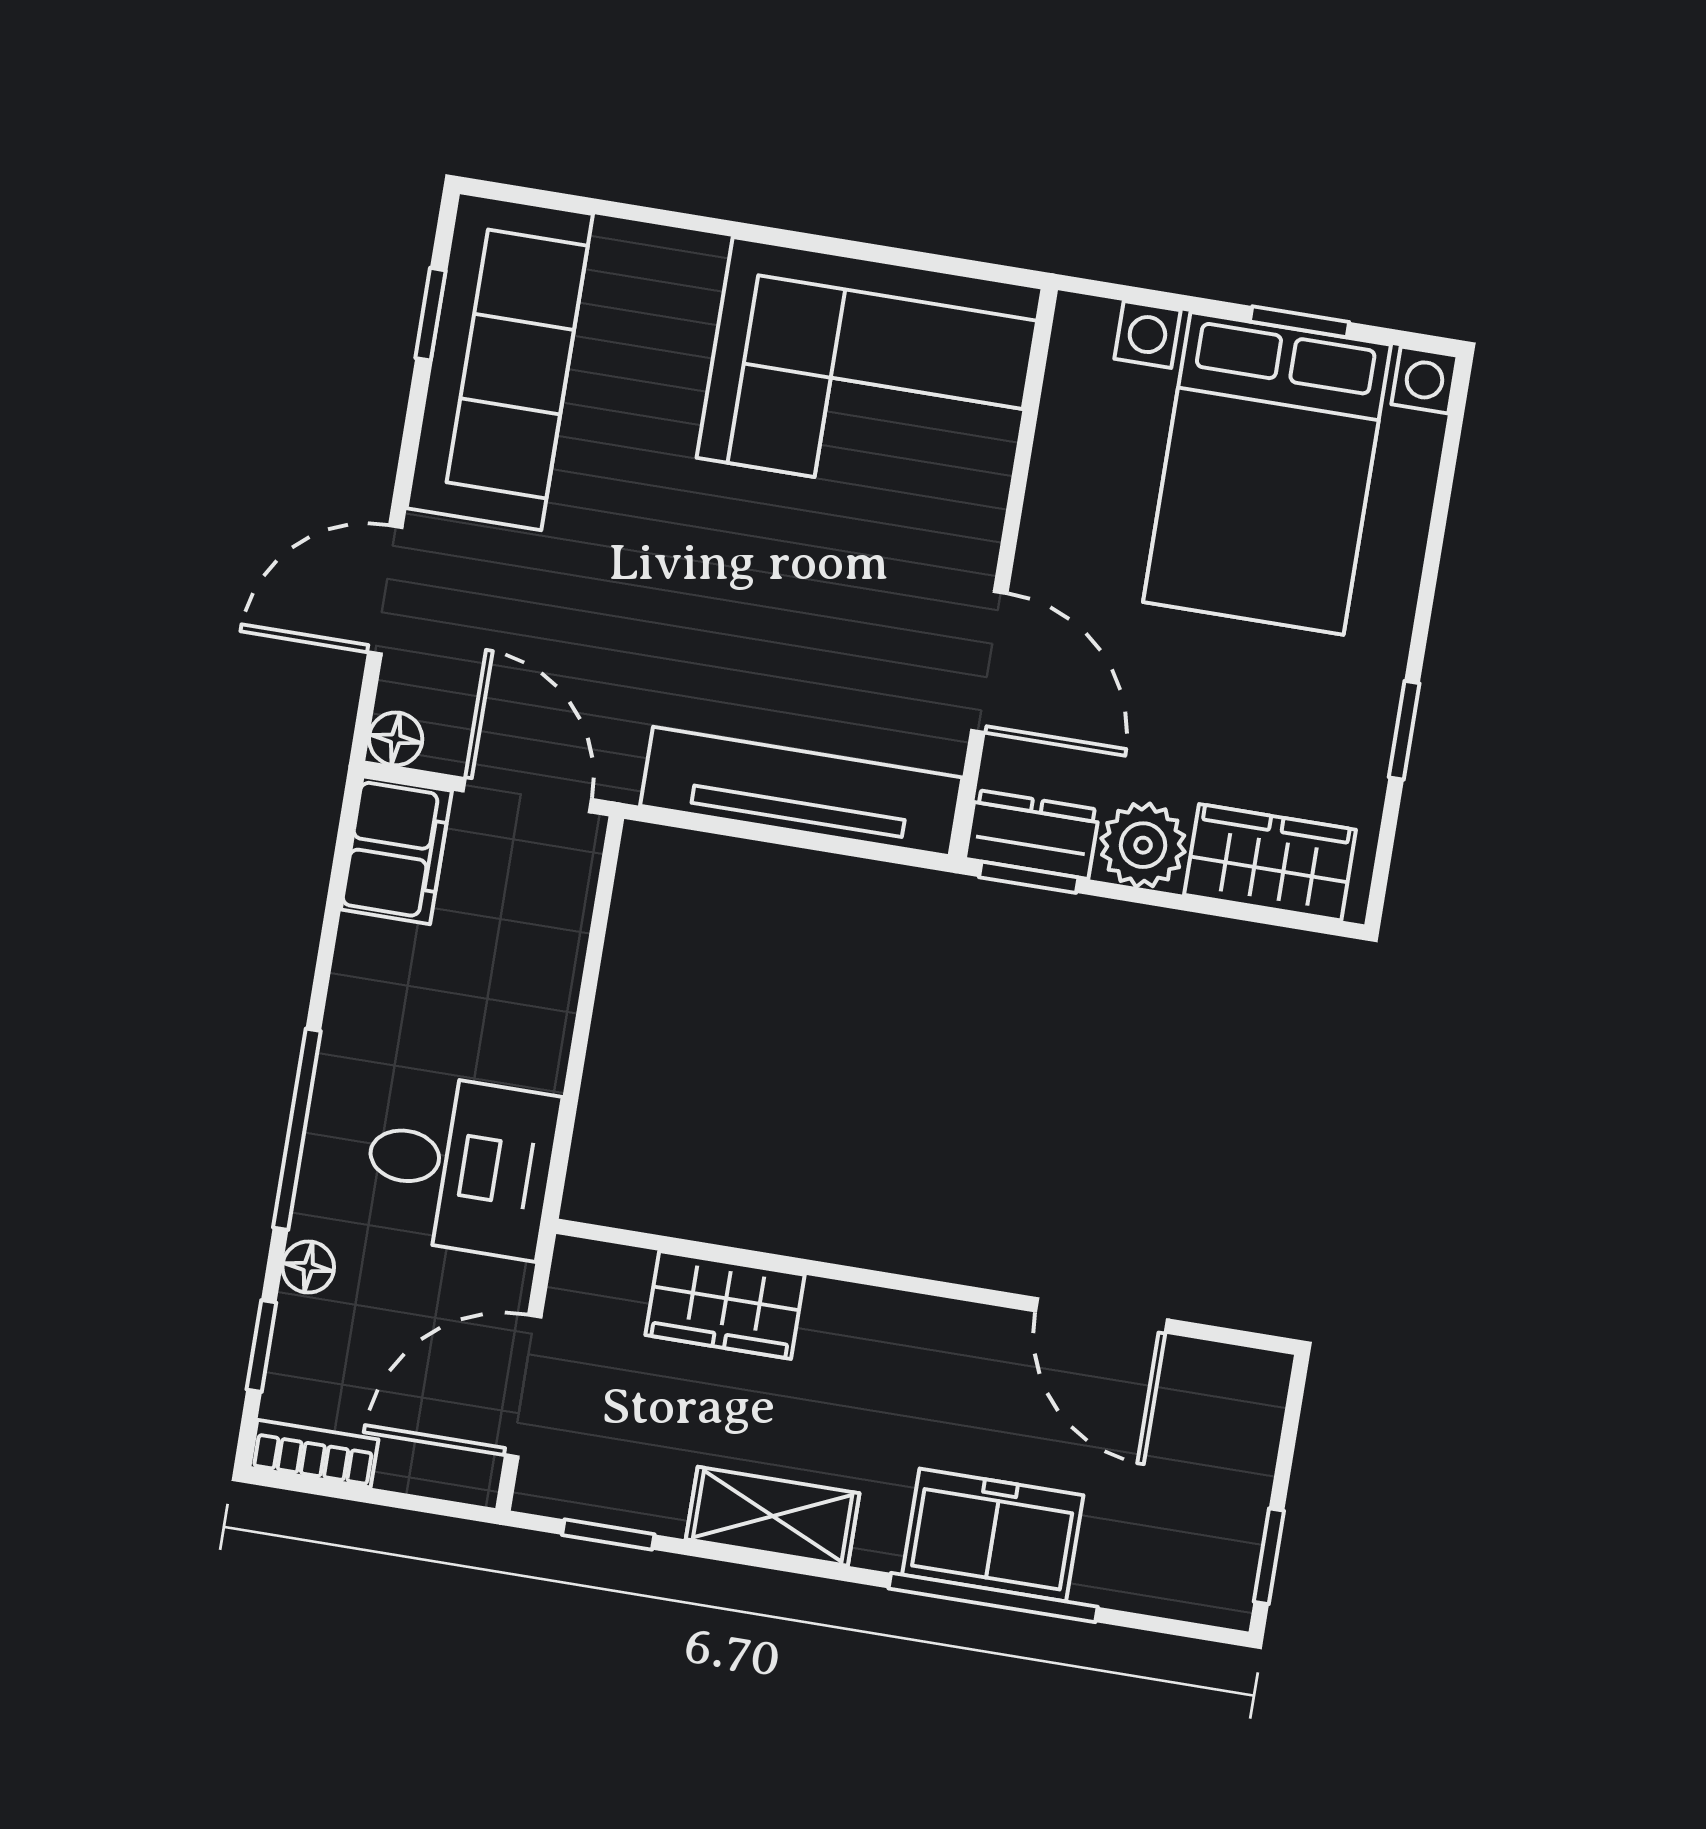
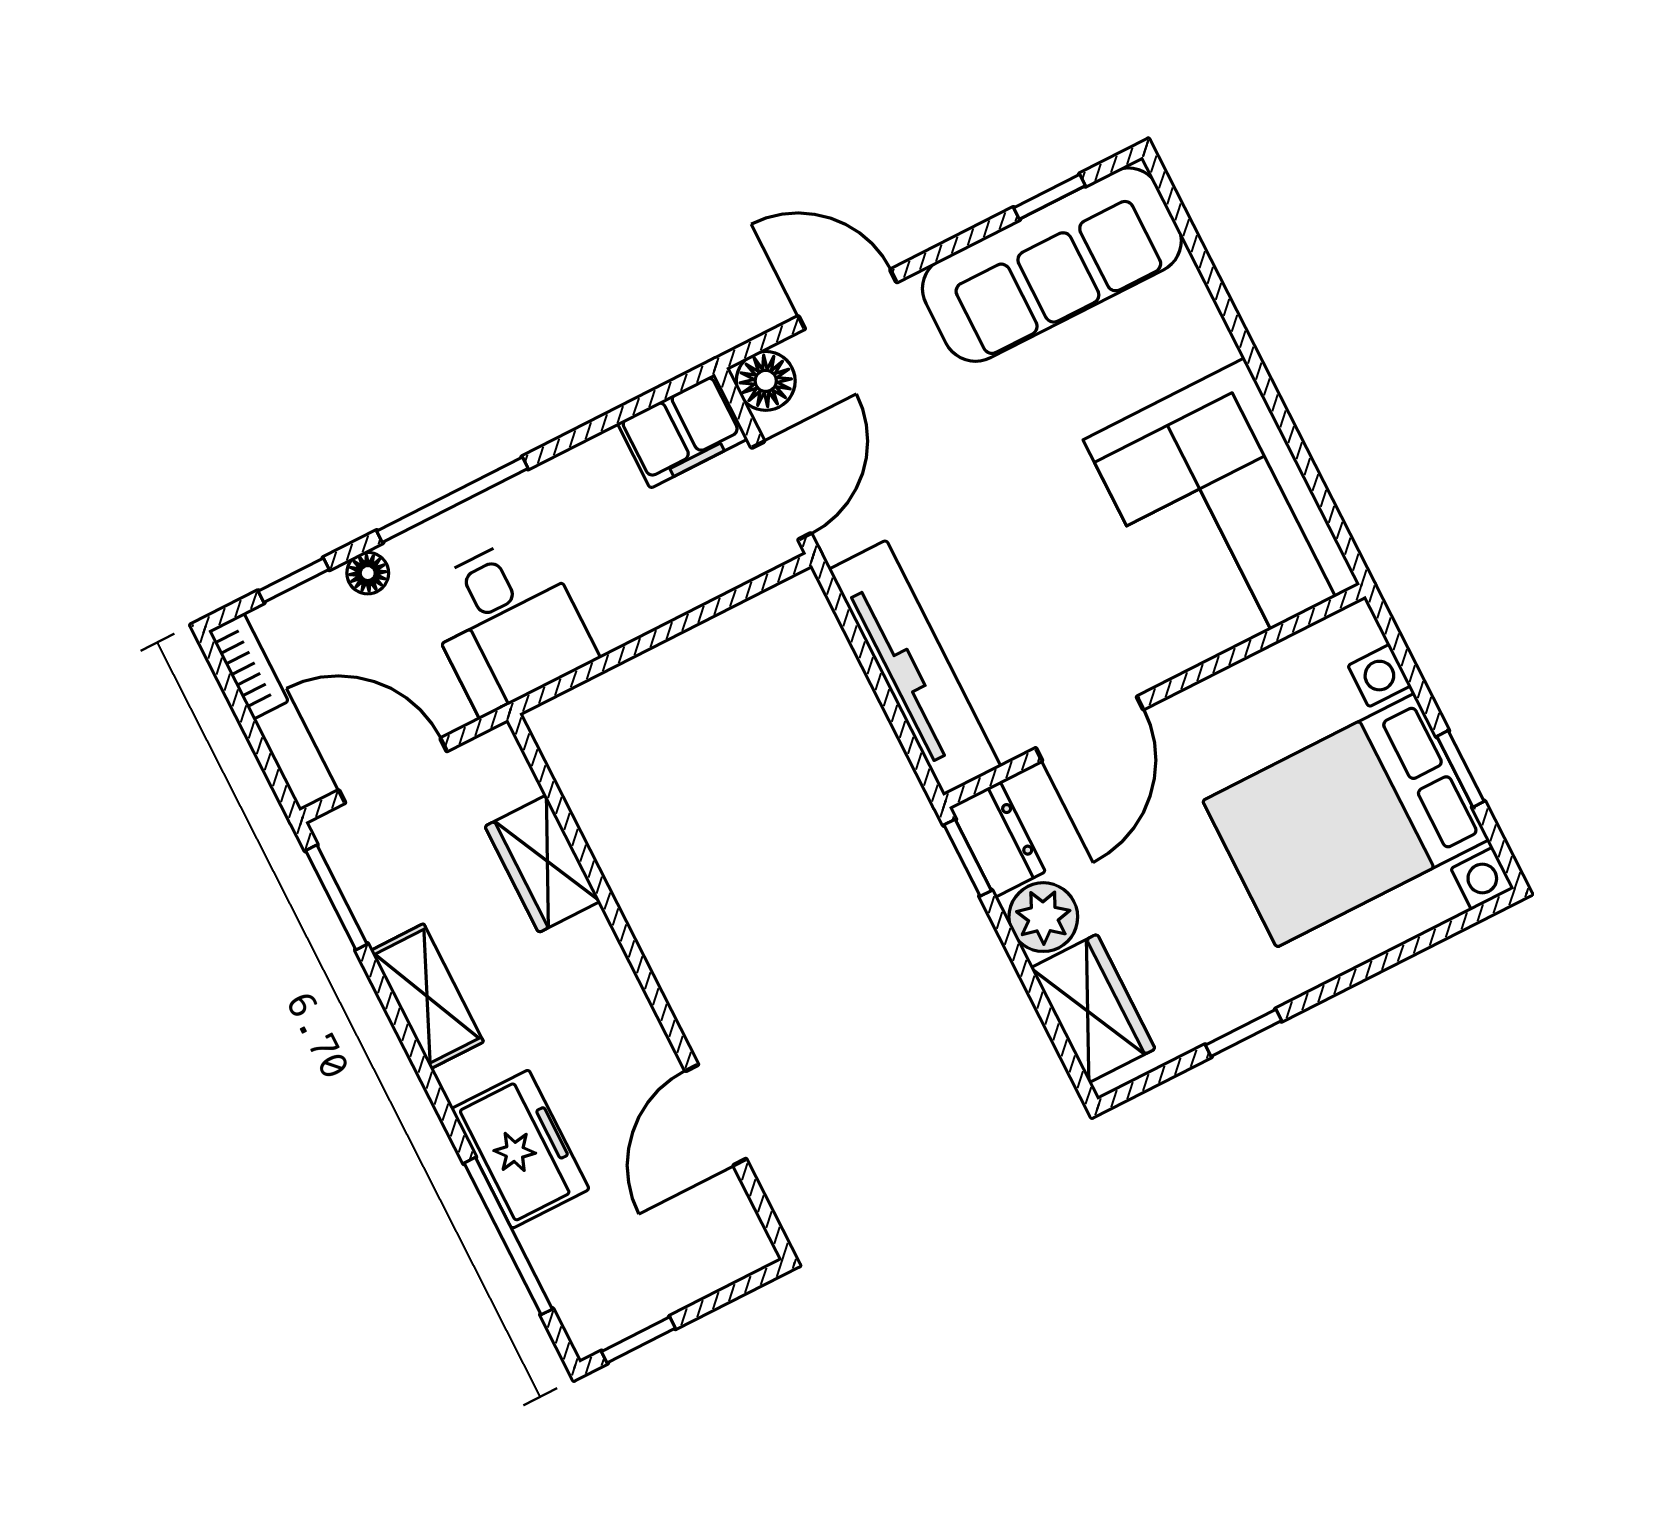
floor lamp: (396, 739) -> (766, 381), width x1.37, depth x1.37
window: (608, 1535) -> (336, 897), width x1.50
window: (993, 1598) -> (508, 1236), moved

